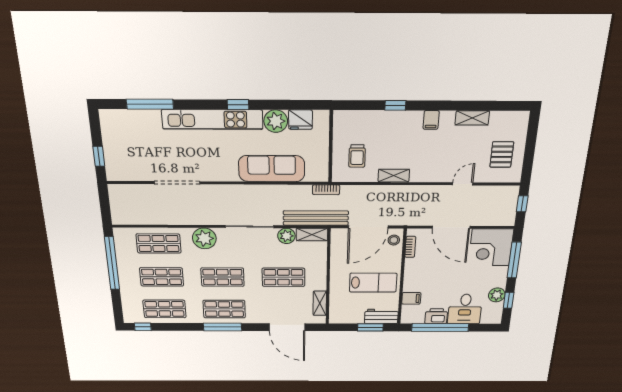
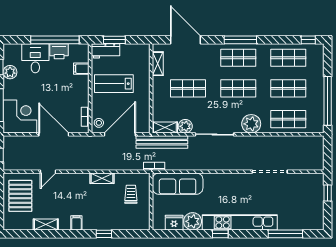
pallet: (502, 154) -> (20, 196), width x1.50, depth x1.42
sofa: (272, 169) -> (178, 184), moved

